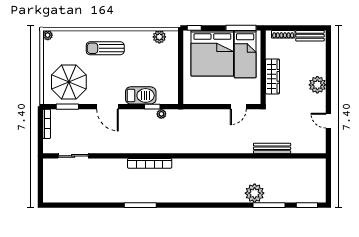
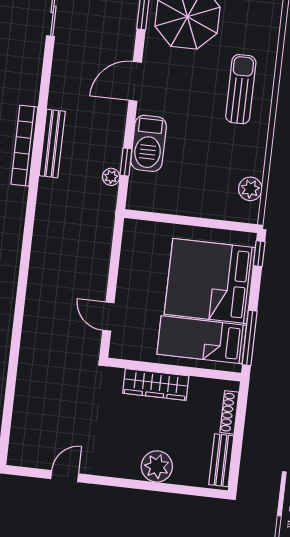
plant: (317, 85) -> (157, 466), moved
bench: (272, 148) -> (52, 144), moved

